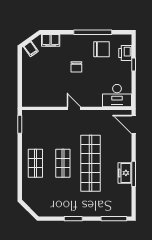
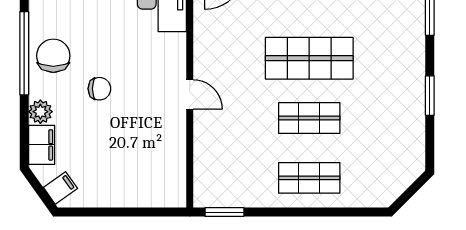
plant: (66, 40) -> (40, 112), added
chair: (101, 49) -> (53, 56), moved
door: (74, 108) -> (190, 94), swing flipped
shop shelf: (90, 163) -> (309, 58), width x0.71

